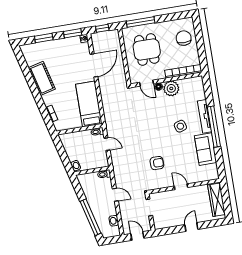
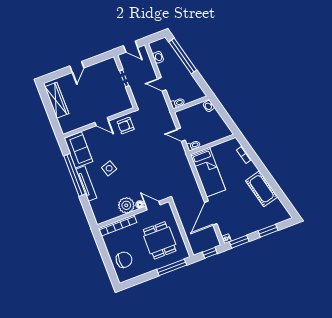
chair: (184, 38) -> (124, 260), turned -90
wall: (184, 186) -> (99, 123), moved
door: (181, 187) -> (102, 122), moved

